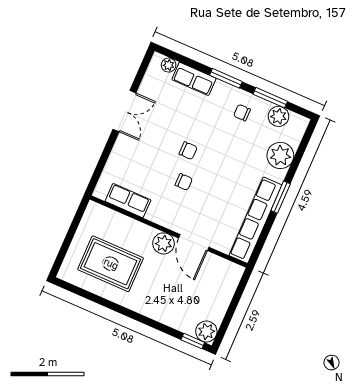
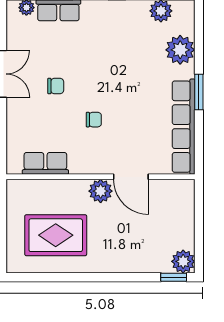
chair: (242, 113) -> (122, 23), removed
chair: (188, 151) -> (56, 86), moved

